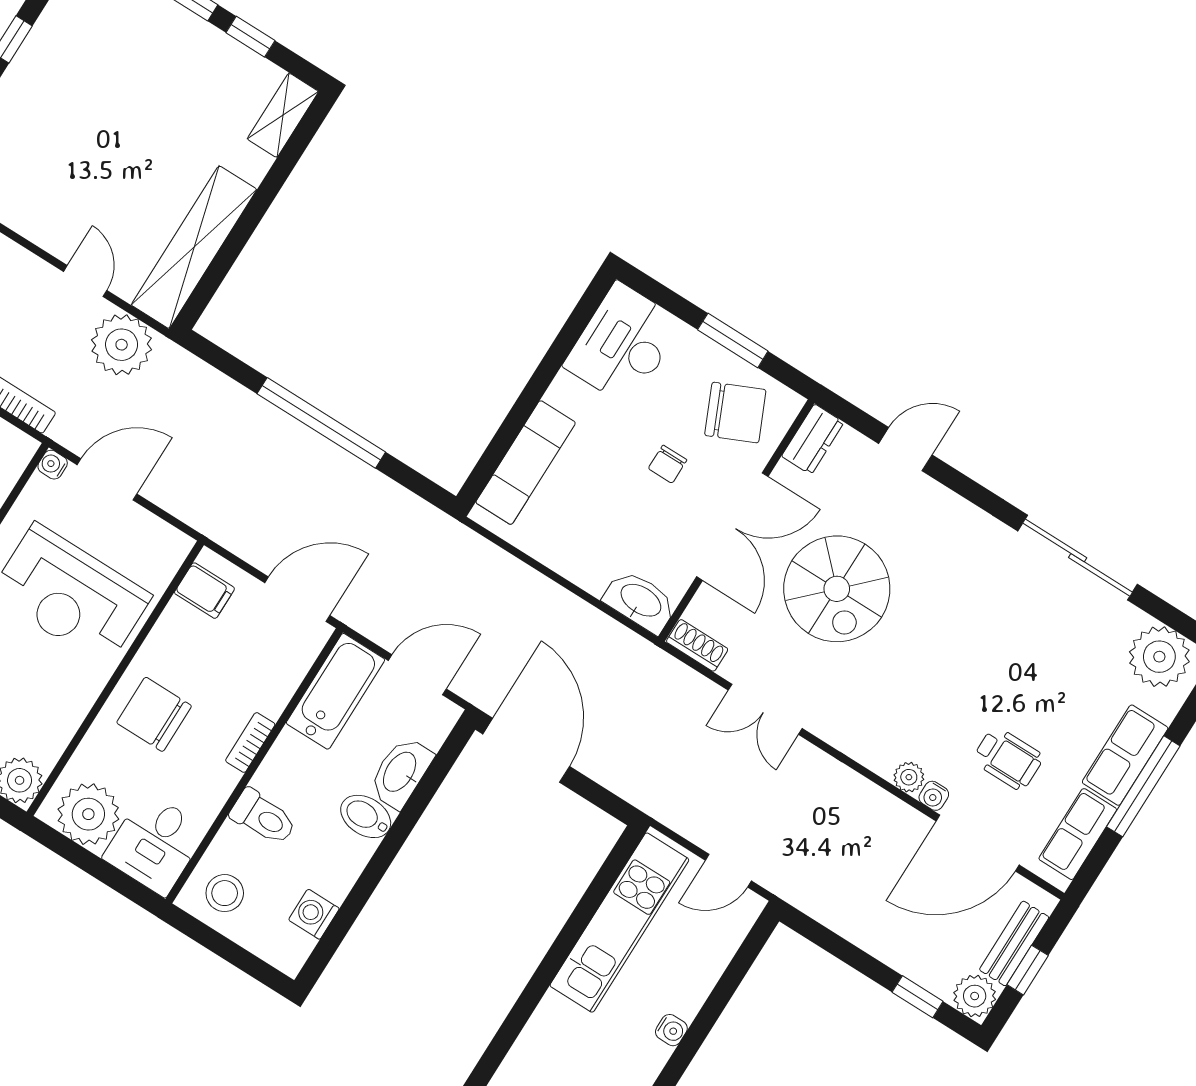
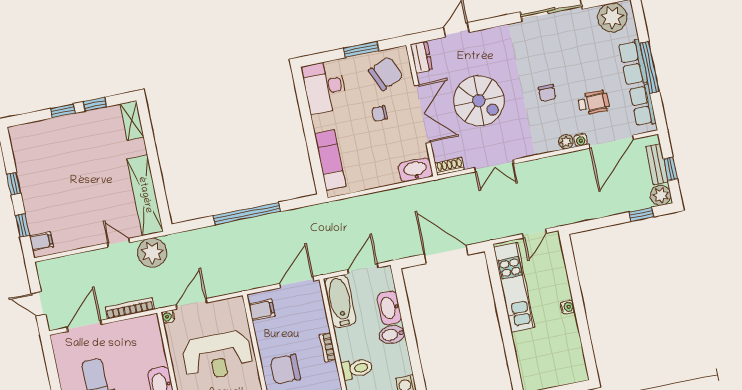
chair: (668, 464) -> (380, 114), turned 90
chair: (951, 676) -> (547, 93), added
door: (526, 750) -> (446, 254), moved

